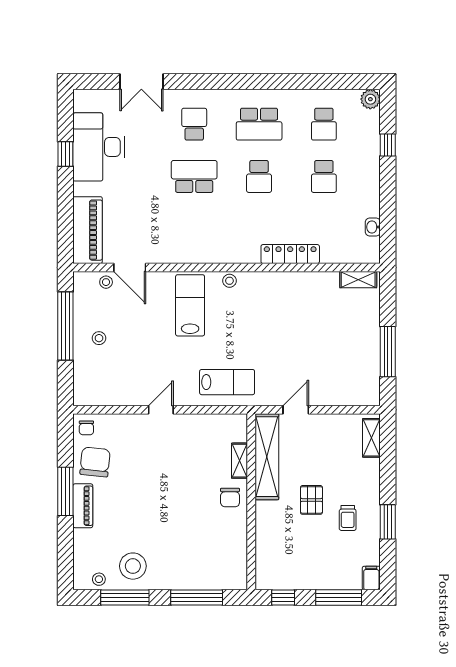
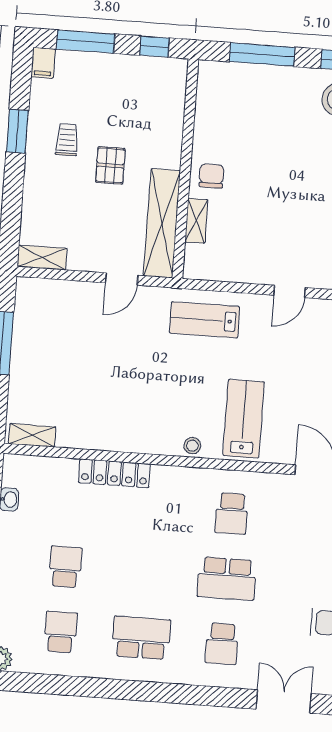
school desk: (259, 176) -> (232, 514), moved, turned 180
lab bench: (190, 305) -> (244, 419), turned 180
shelving: (371, 438) -> (42, 257), moved, turned 90

